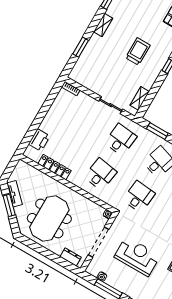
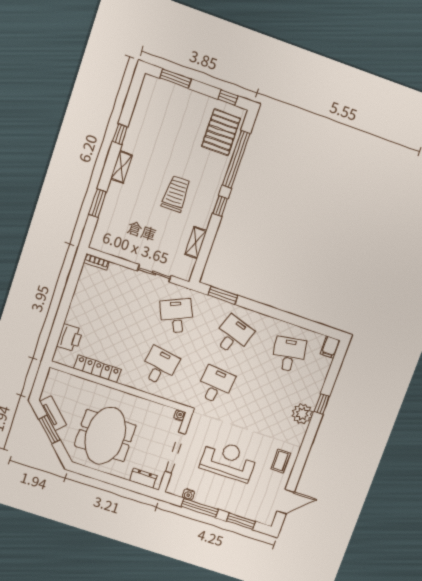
shelving: (140, 98) -> (196, 242), moved
desk: (121, 140) -> (177, 316), turned -30

